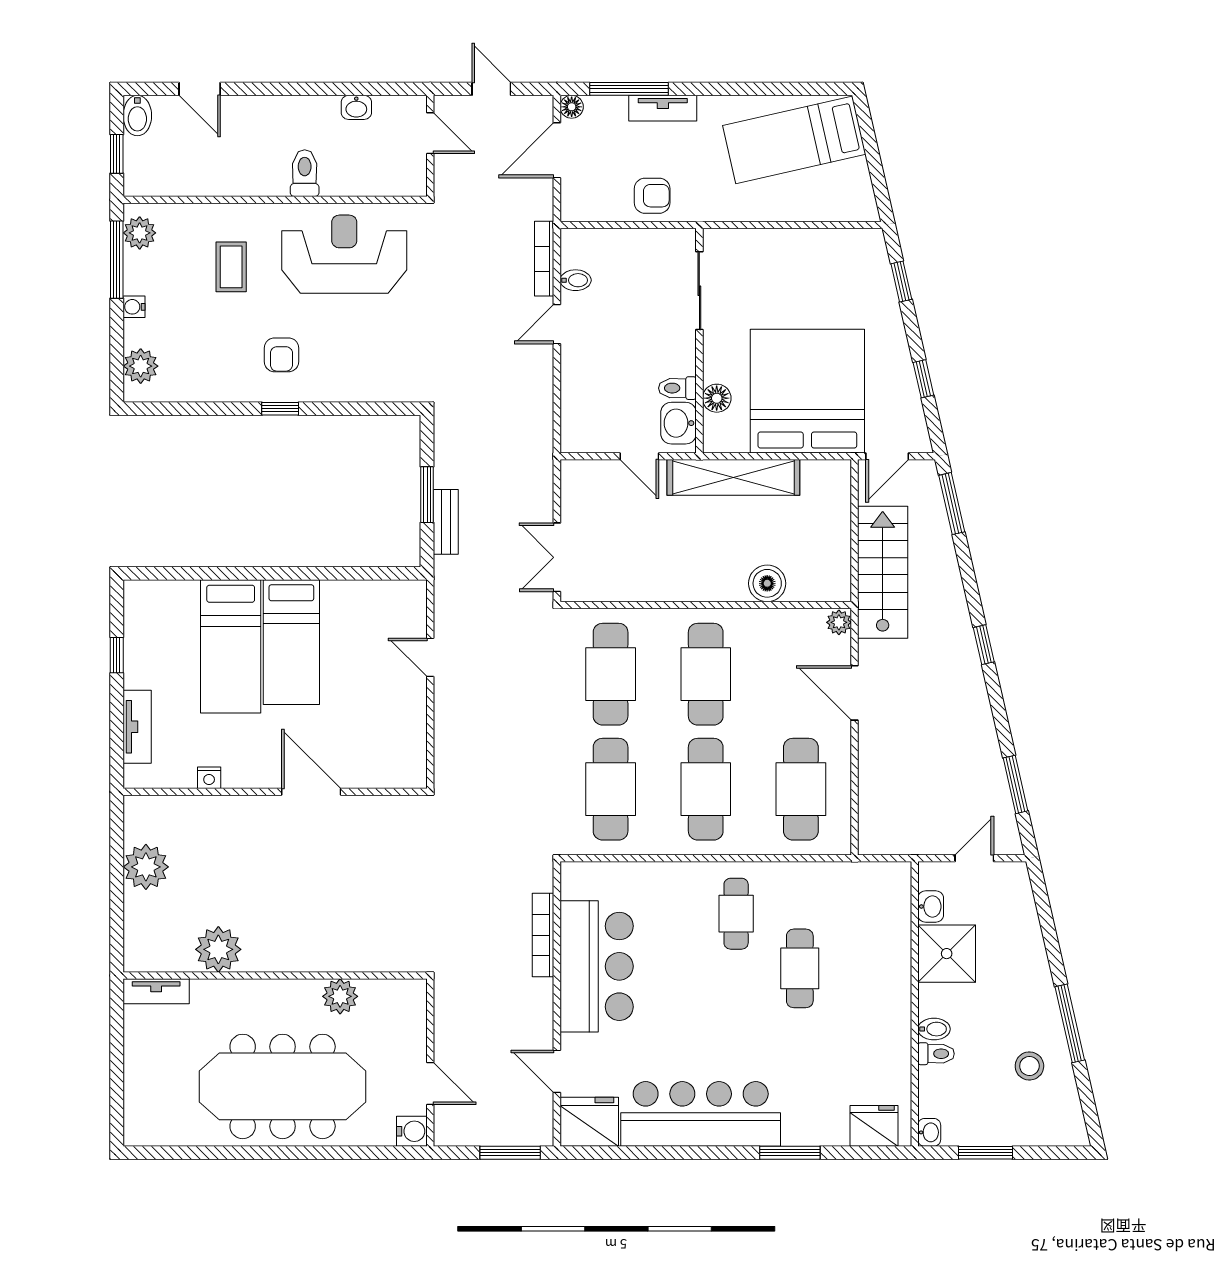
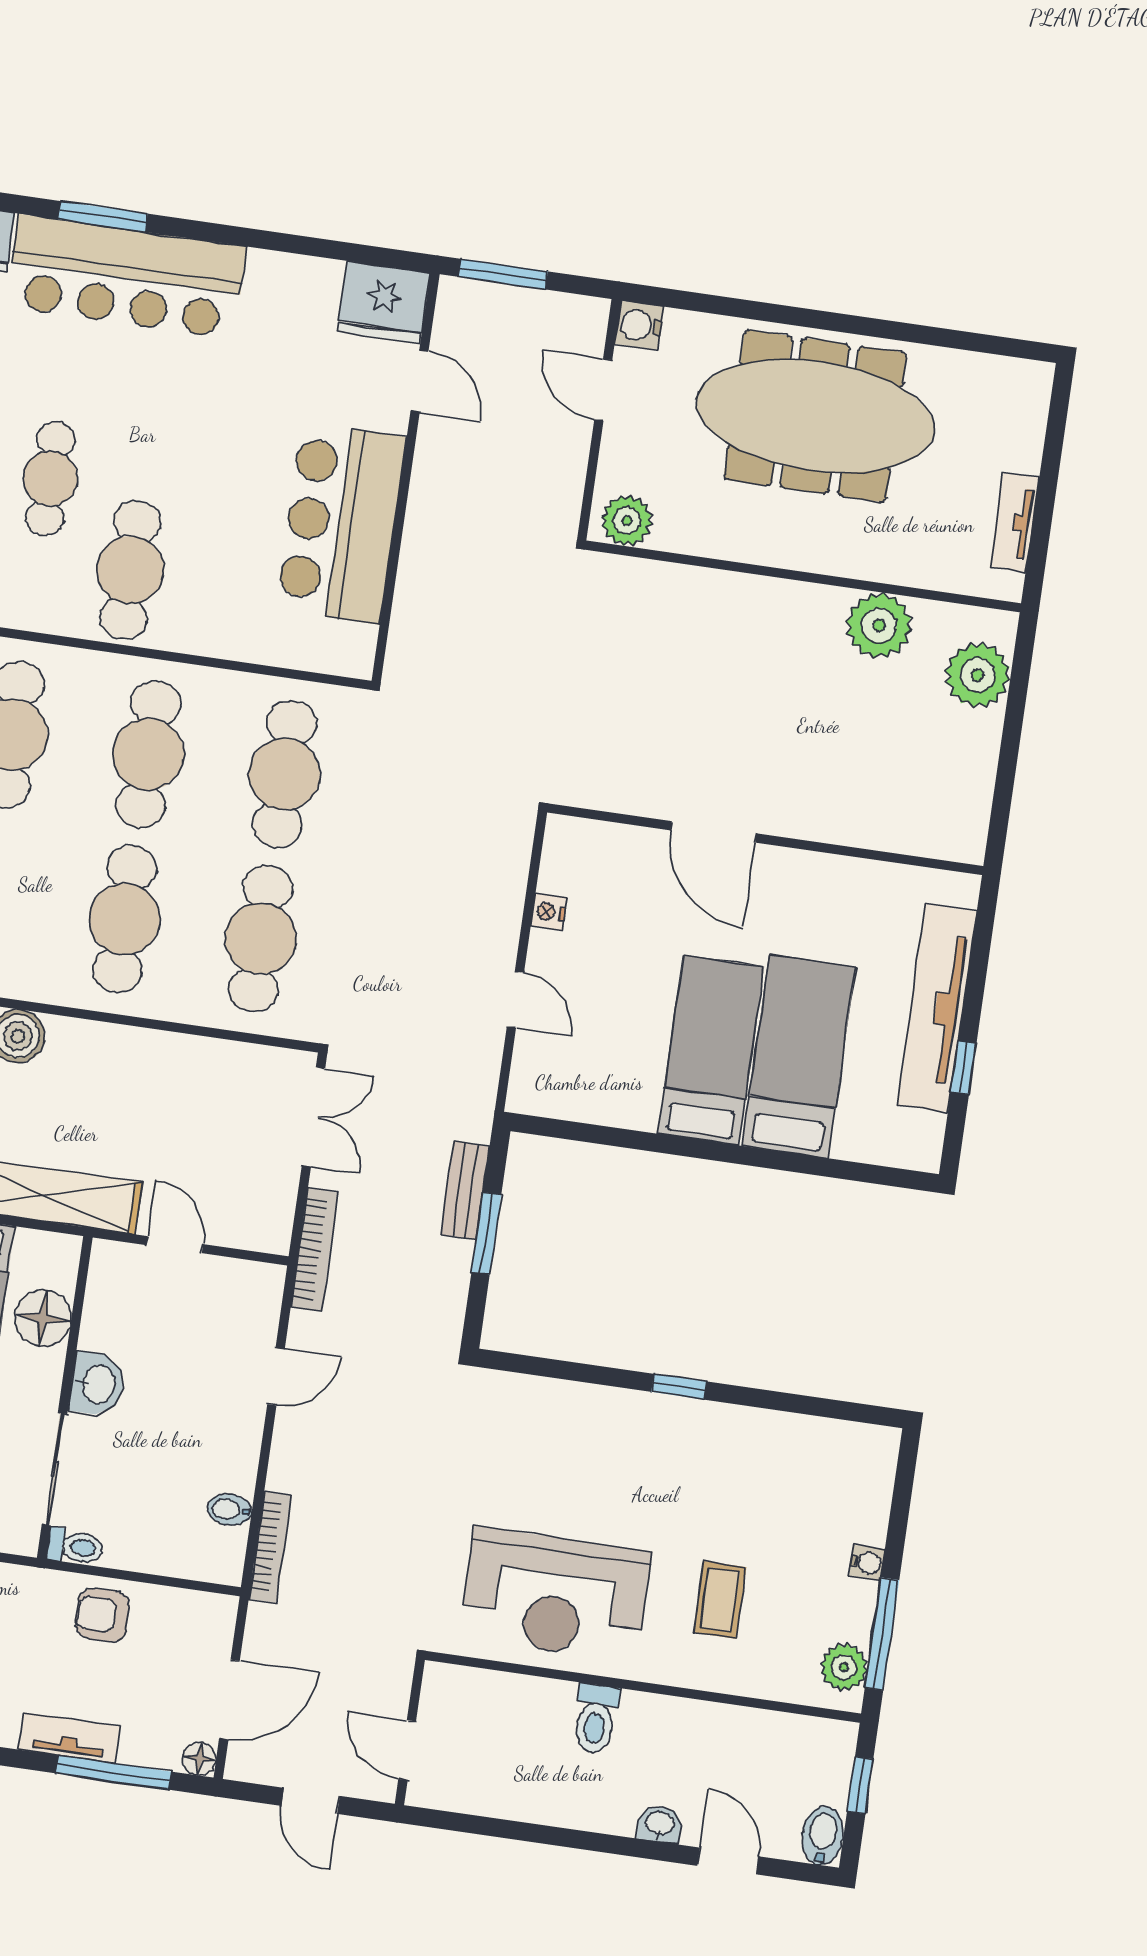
washbasin: (356, 107) -> (660, 1824), moved
door: (557, 324) -> (276, 1377), moved
armchair: (281, 355) -> (666, 1463), removed
plant: (141, 366) -> (870, 1477), removed
toilet: (677, 388) -> (75, 1547), moved
floor lamp: (717, 398) -> (43, 1318), width x1.38, depth x1.38
washbasin: (678, 423) -> (97, 1384), moved
tv unit: (137, 727) -> (937, 1008), width x1.92, depth x1.29
nightstand: (209, 778) -> (549, 912), moved, turned -90
plant: (146, 867) -> (978, 675), moved
cafe table: (736, 914) -> (130, 570), width x1.37, depth x1.35
bookcase: (543, 935) -> (315, 1249), moved
tv unit: (156, 991) -> (1014, 522), moved, turned -90
plant: (340, 996) -> (627, 521), moved
bar counter: (701, 1114) -> (126, 277), moved

